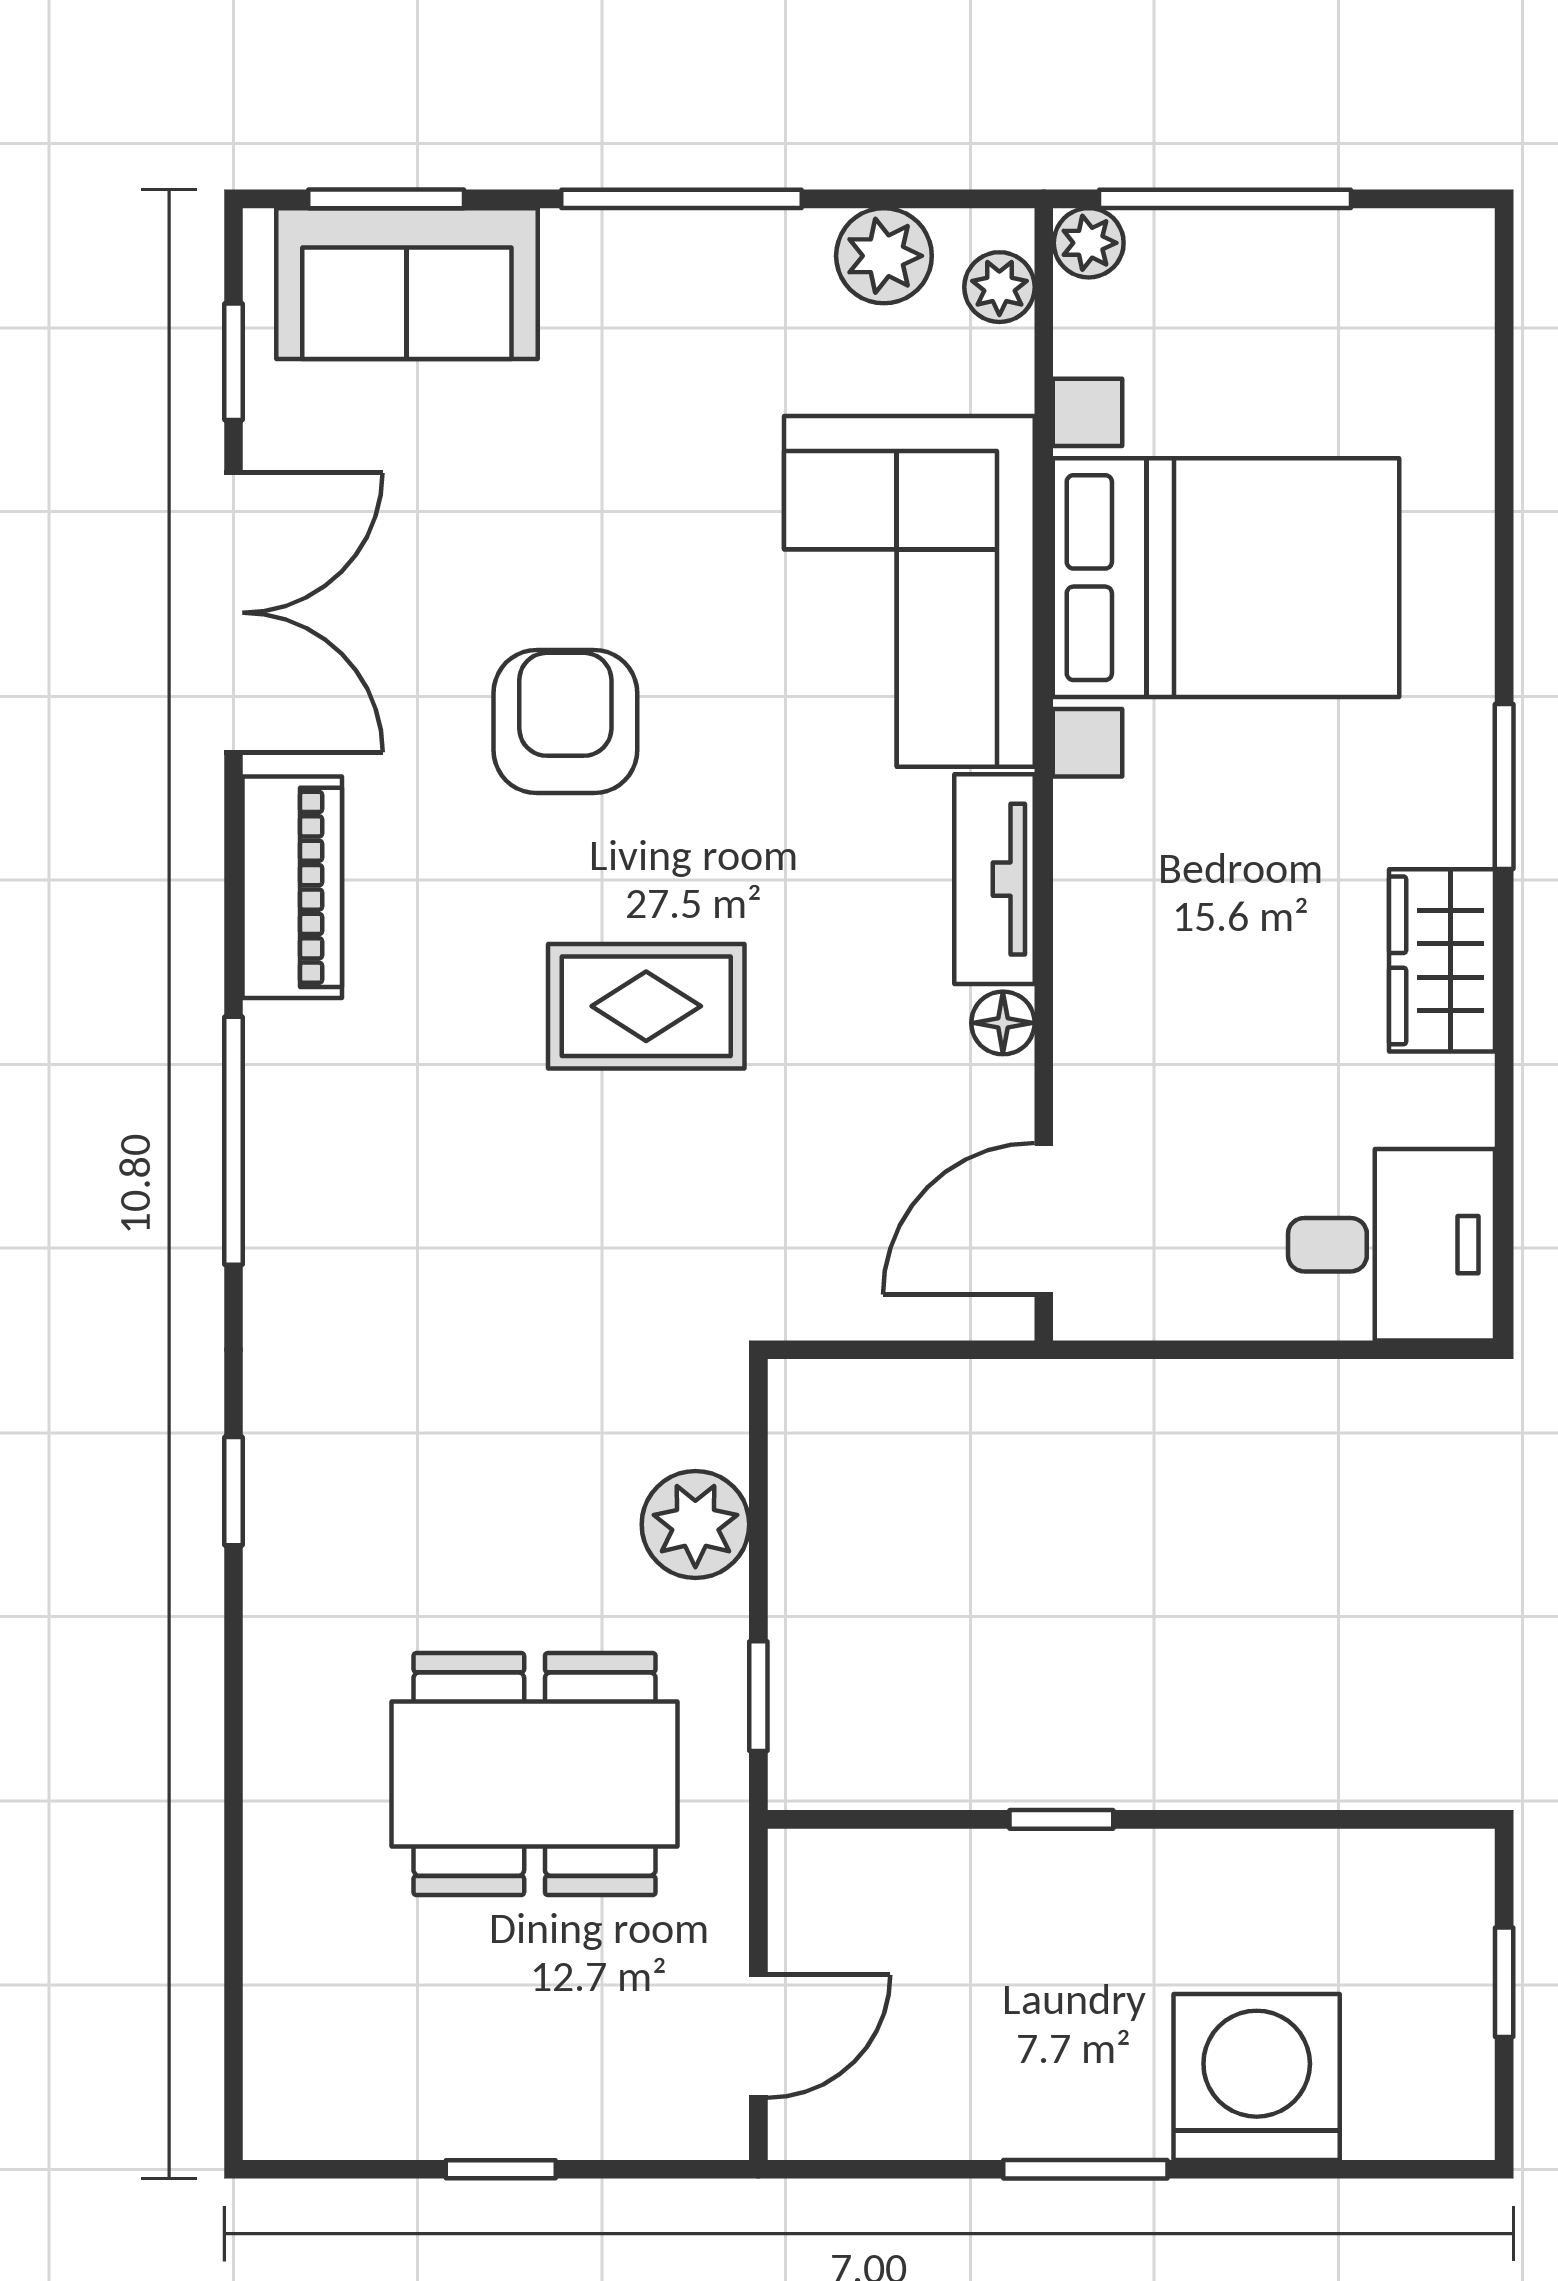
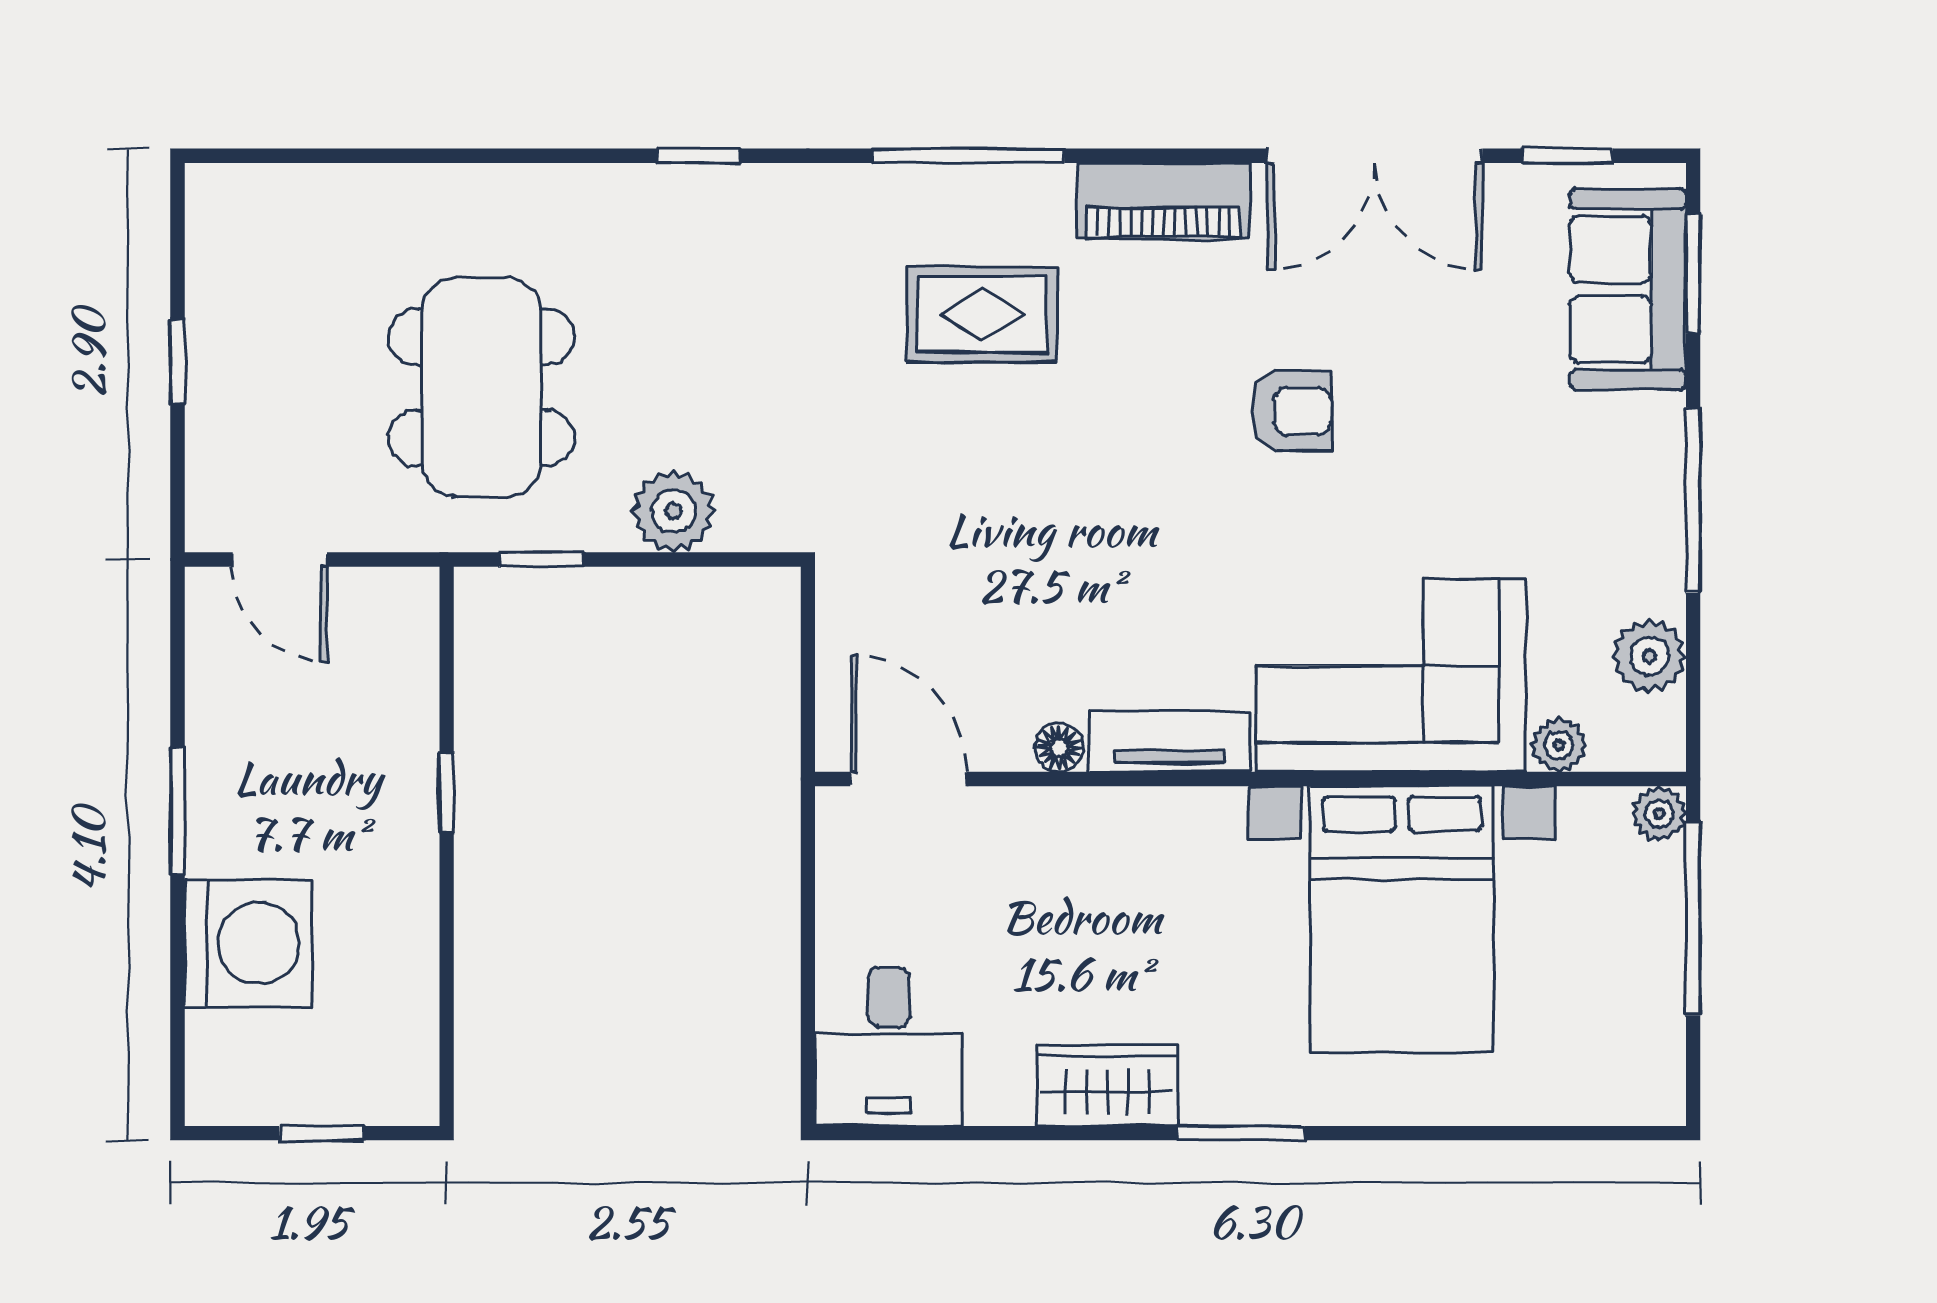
plant: (999, 287) -> (1559, 745), moved
armchair: (565, 722) -> (1291, 411), width x0.72, depth x0.72
rug: (646, 1006) -> (982, 314), moved, turned 90

